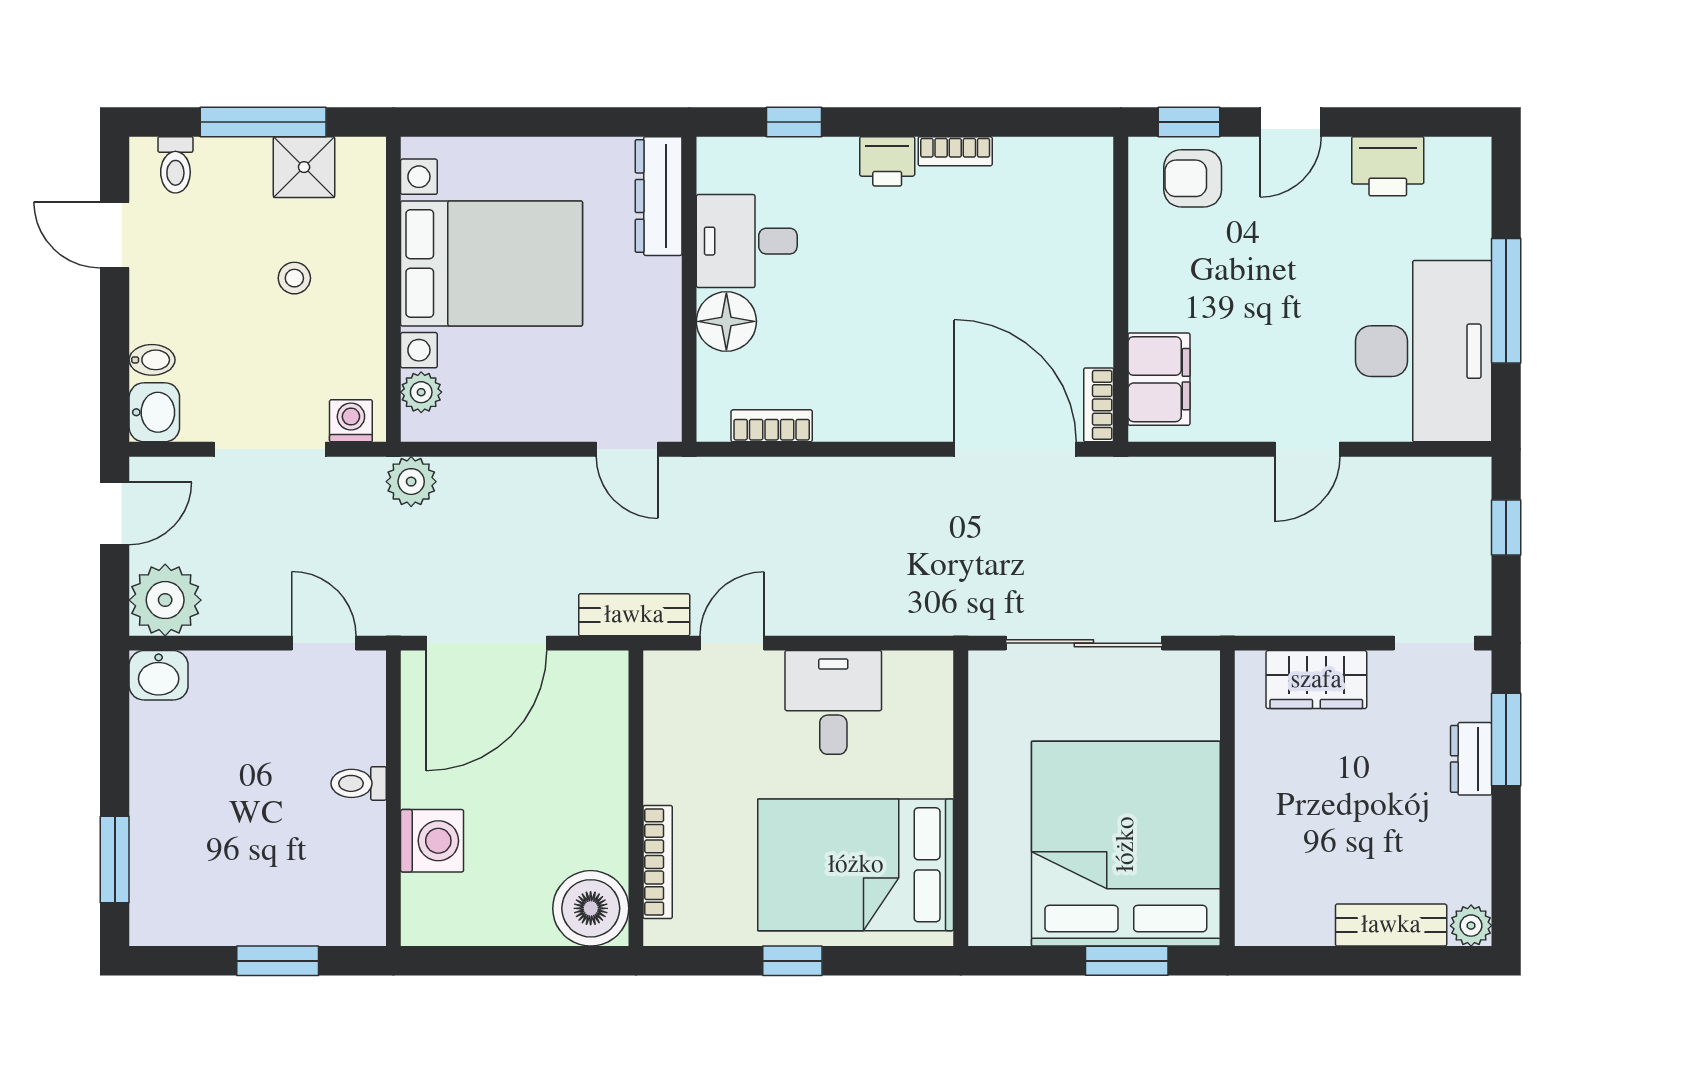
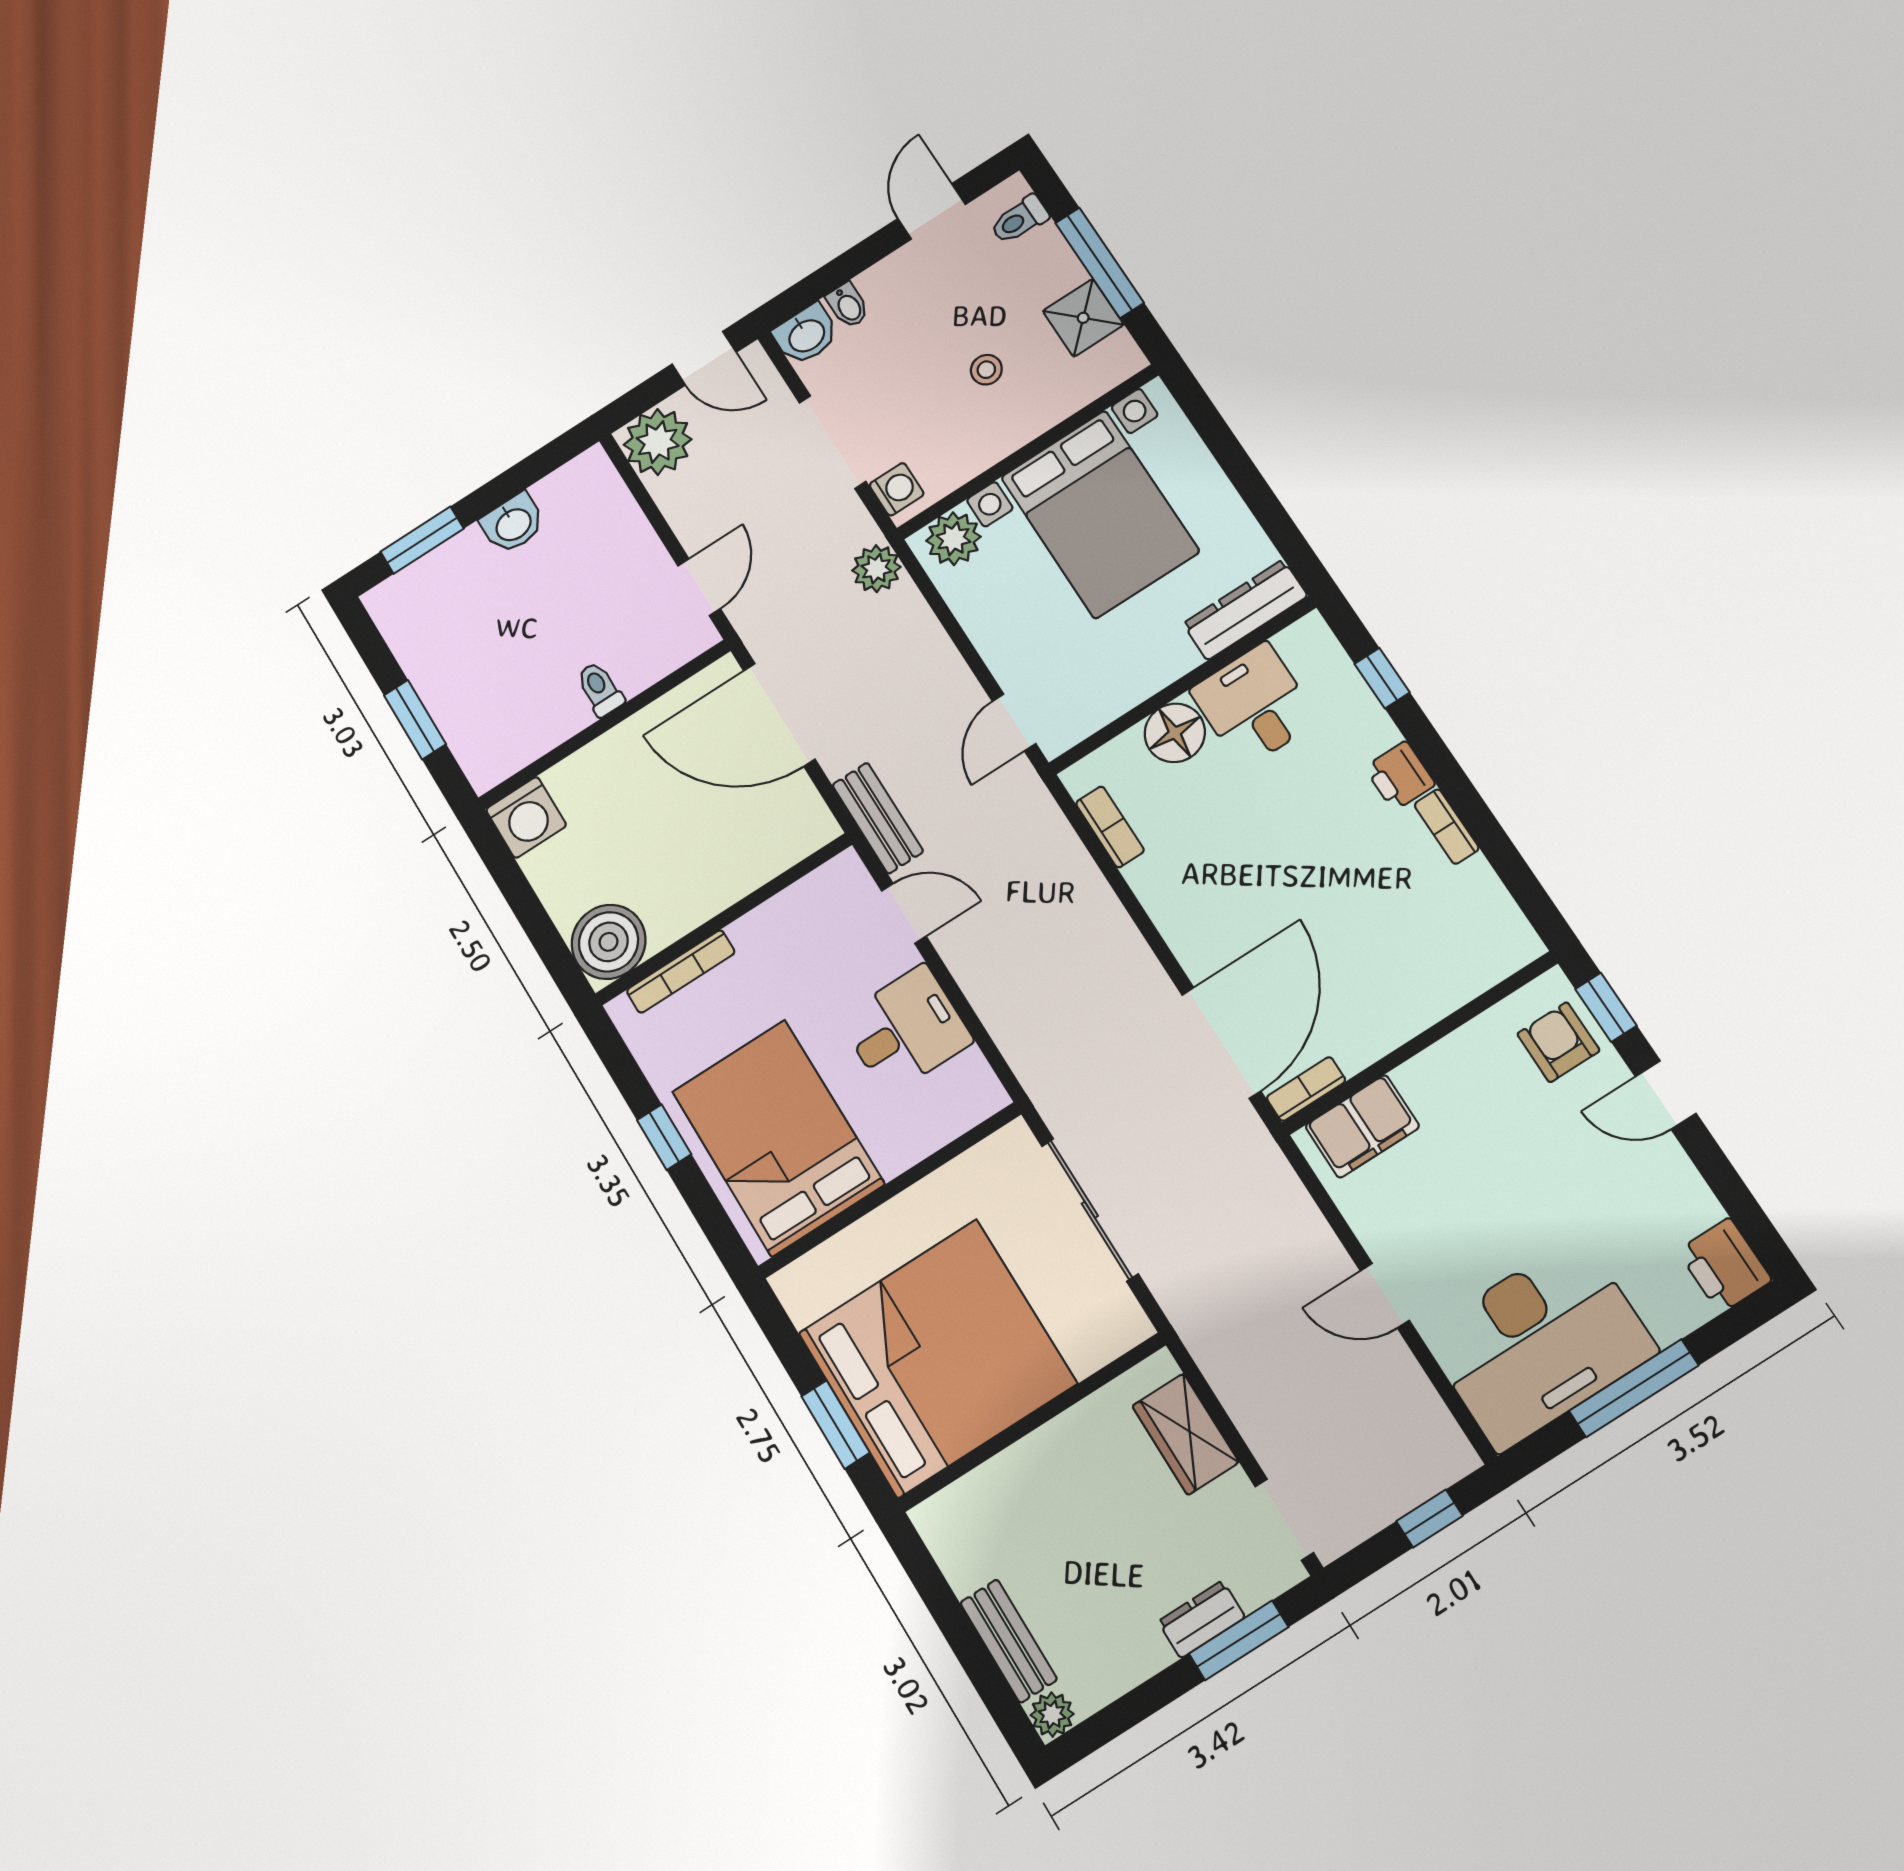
printer: (1388, 166) -> (1725, 1265), moved
plant: (421, 392) -> (953, 539), width x1.38, depth x1.38
washbasin: (159, 675) -> (513, 524), moved, turned -90
washing machine: (432, 841) -> (526, 817), moved

